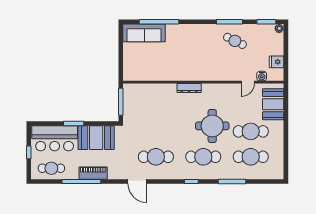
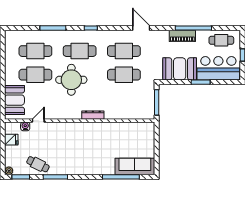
cafe table: (235, 41) -> (38, 164), moved
cafe table: (156, 131) -> (124, 75), added

